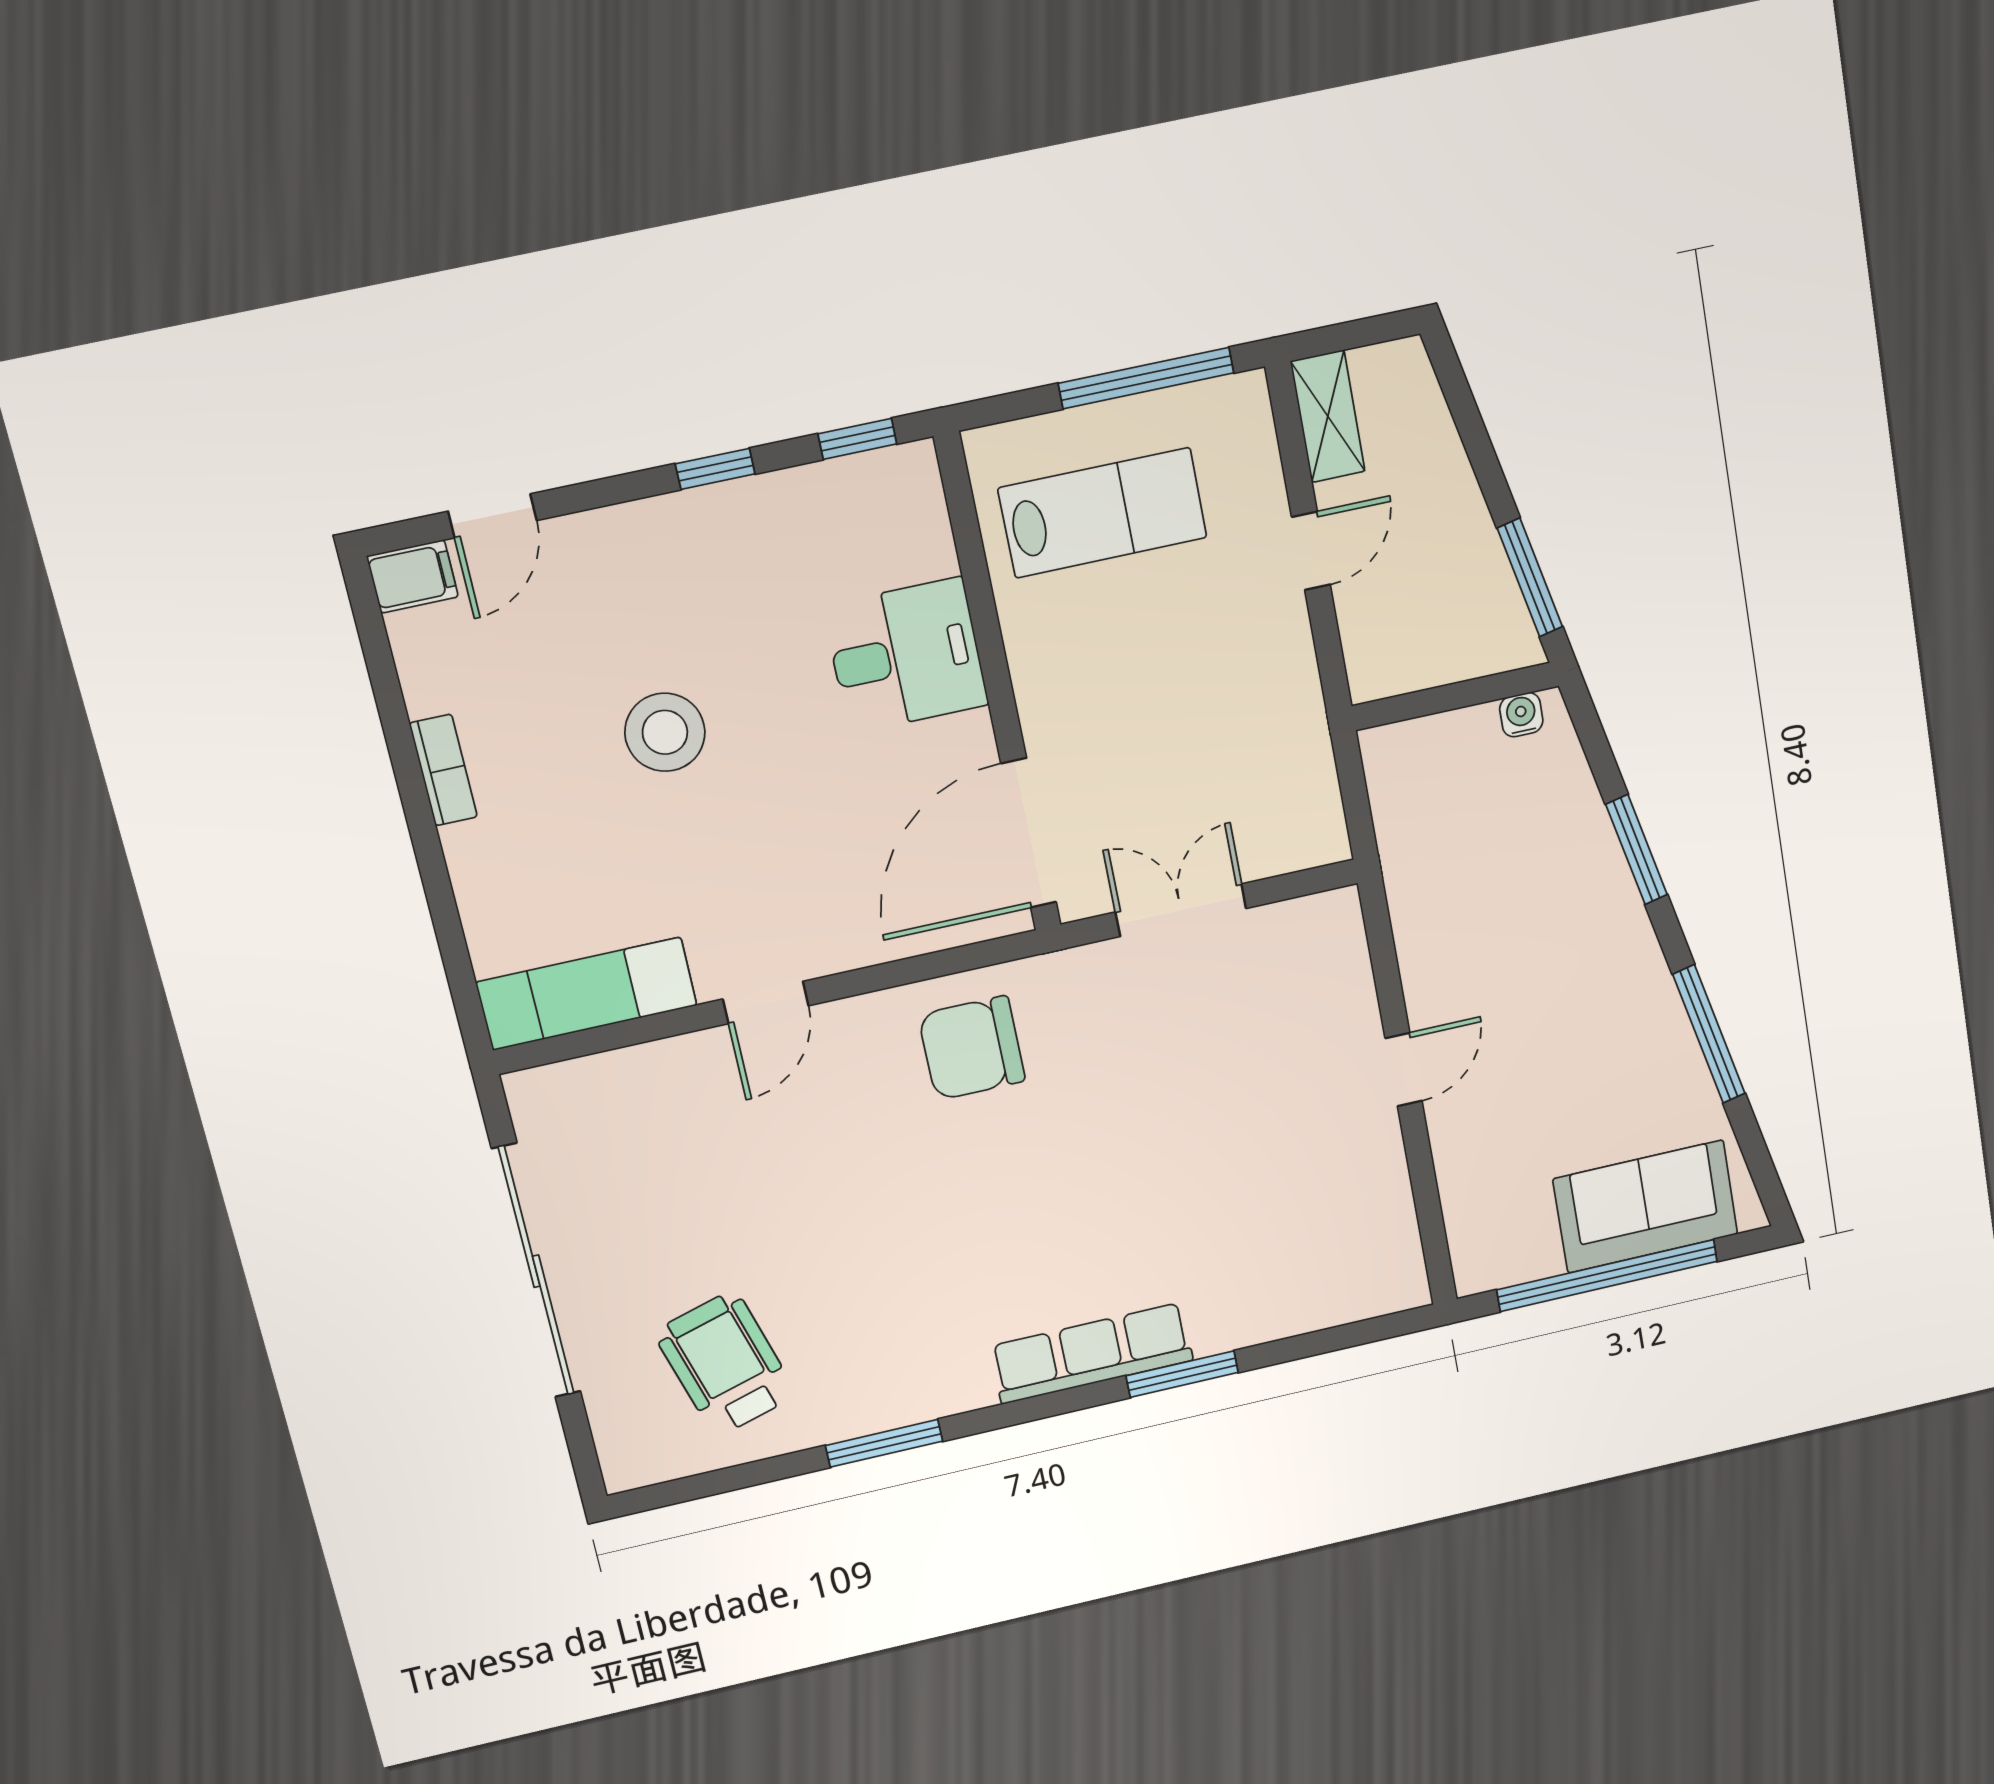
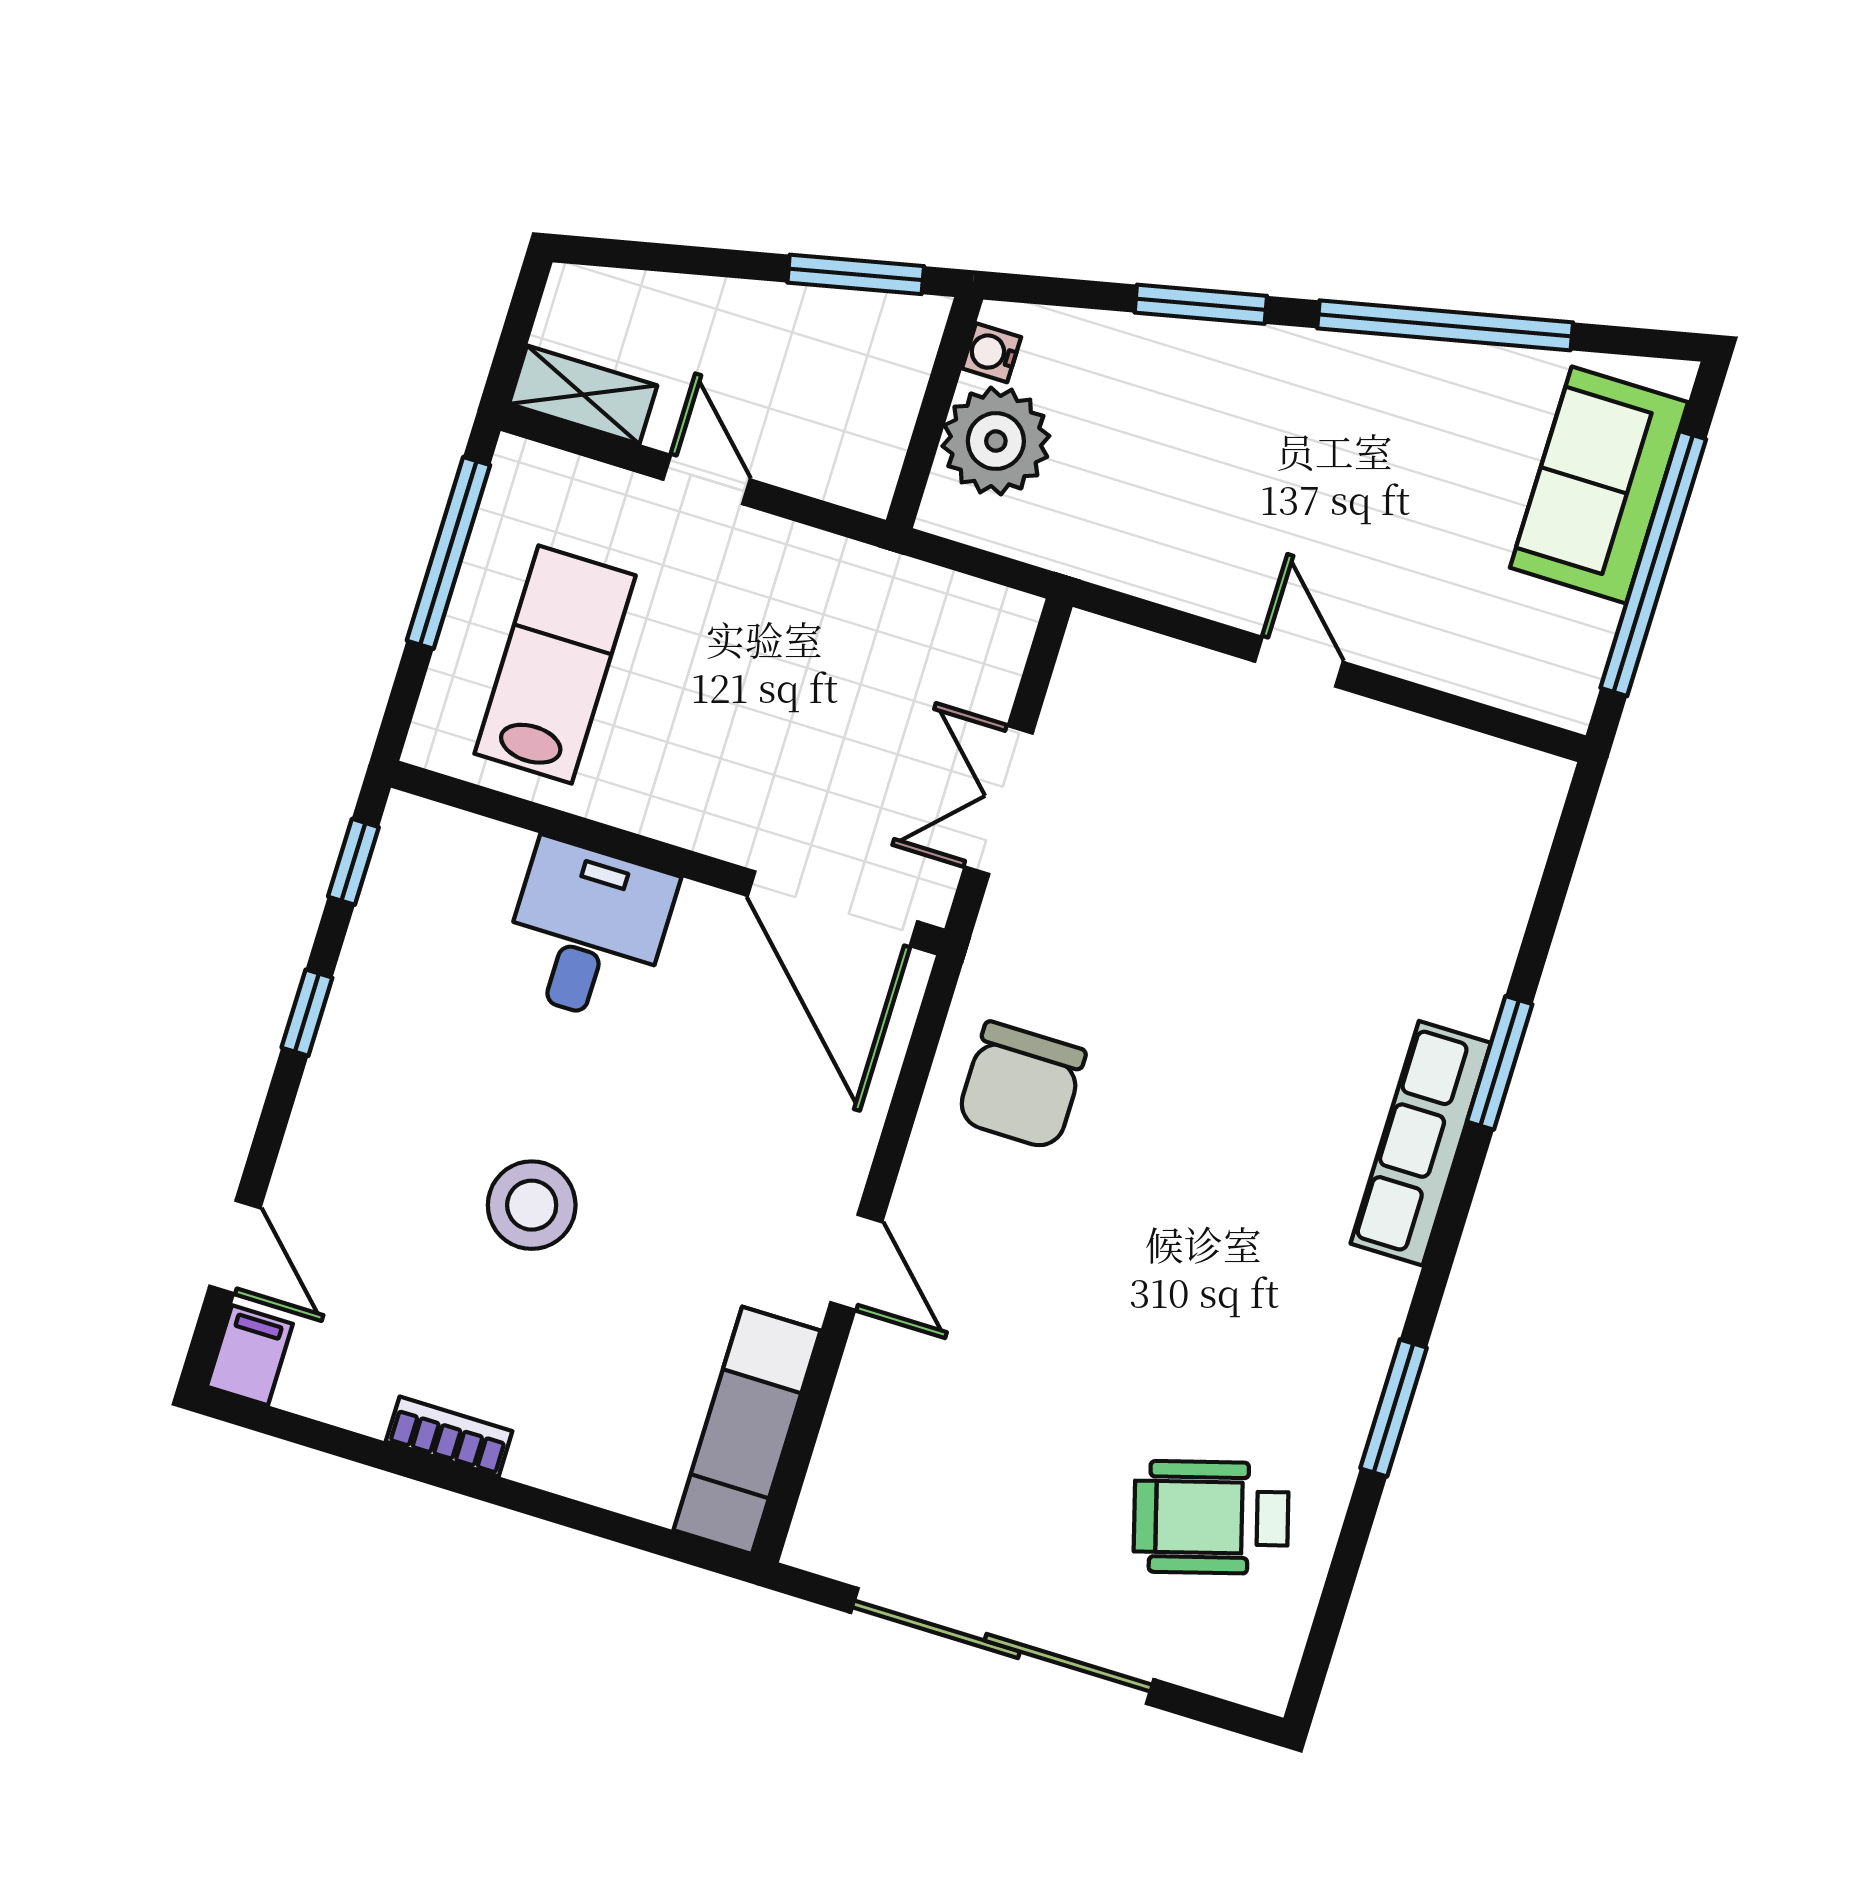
plant: (1455, 756) -> (996, 441), added
window: (1709, 1034) -> (1445, 325), width x1.46

